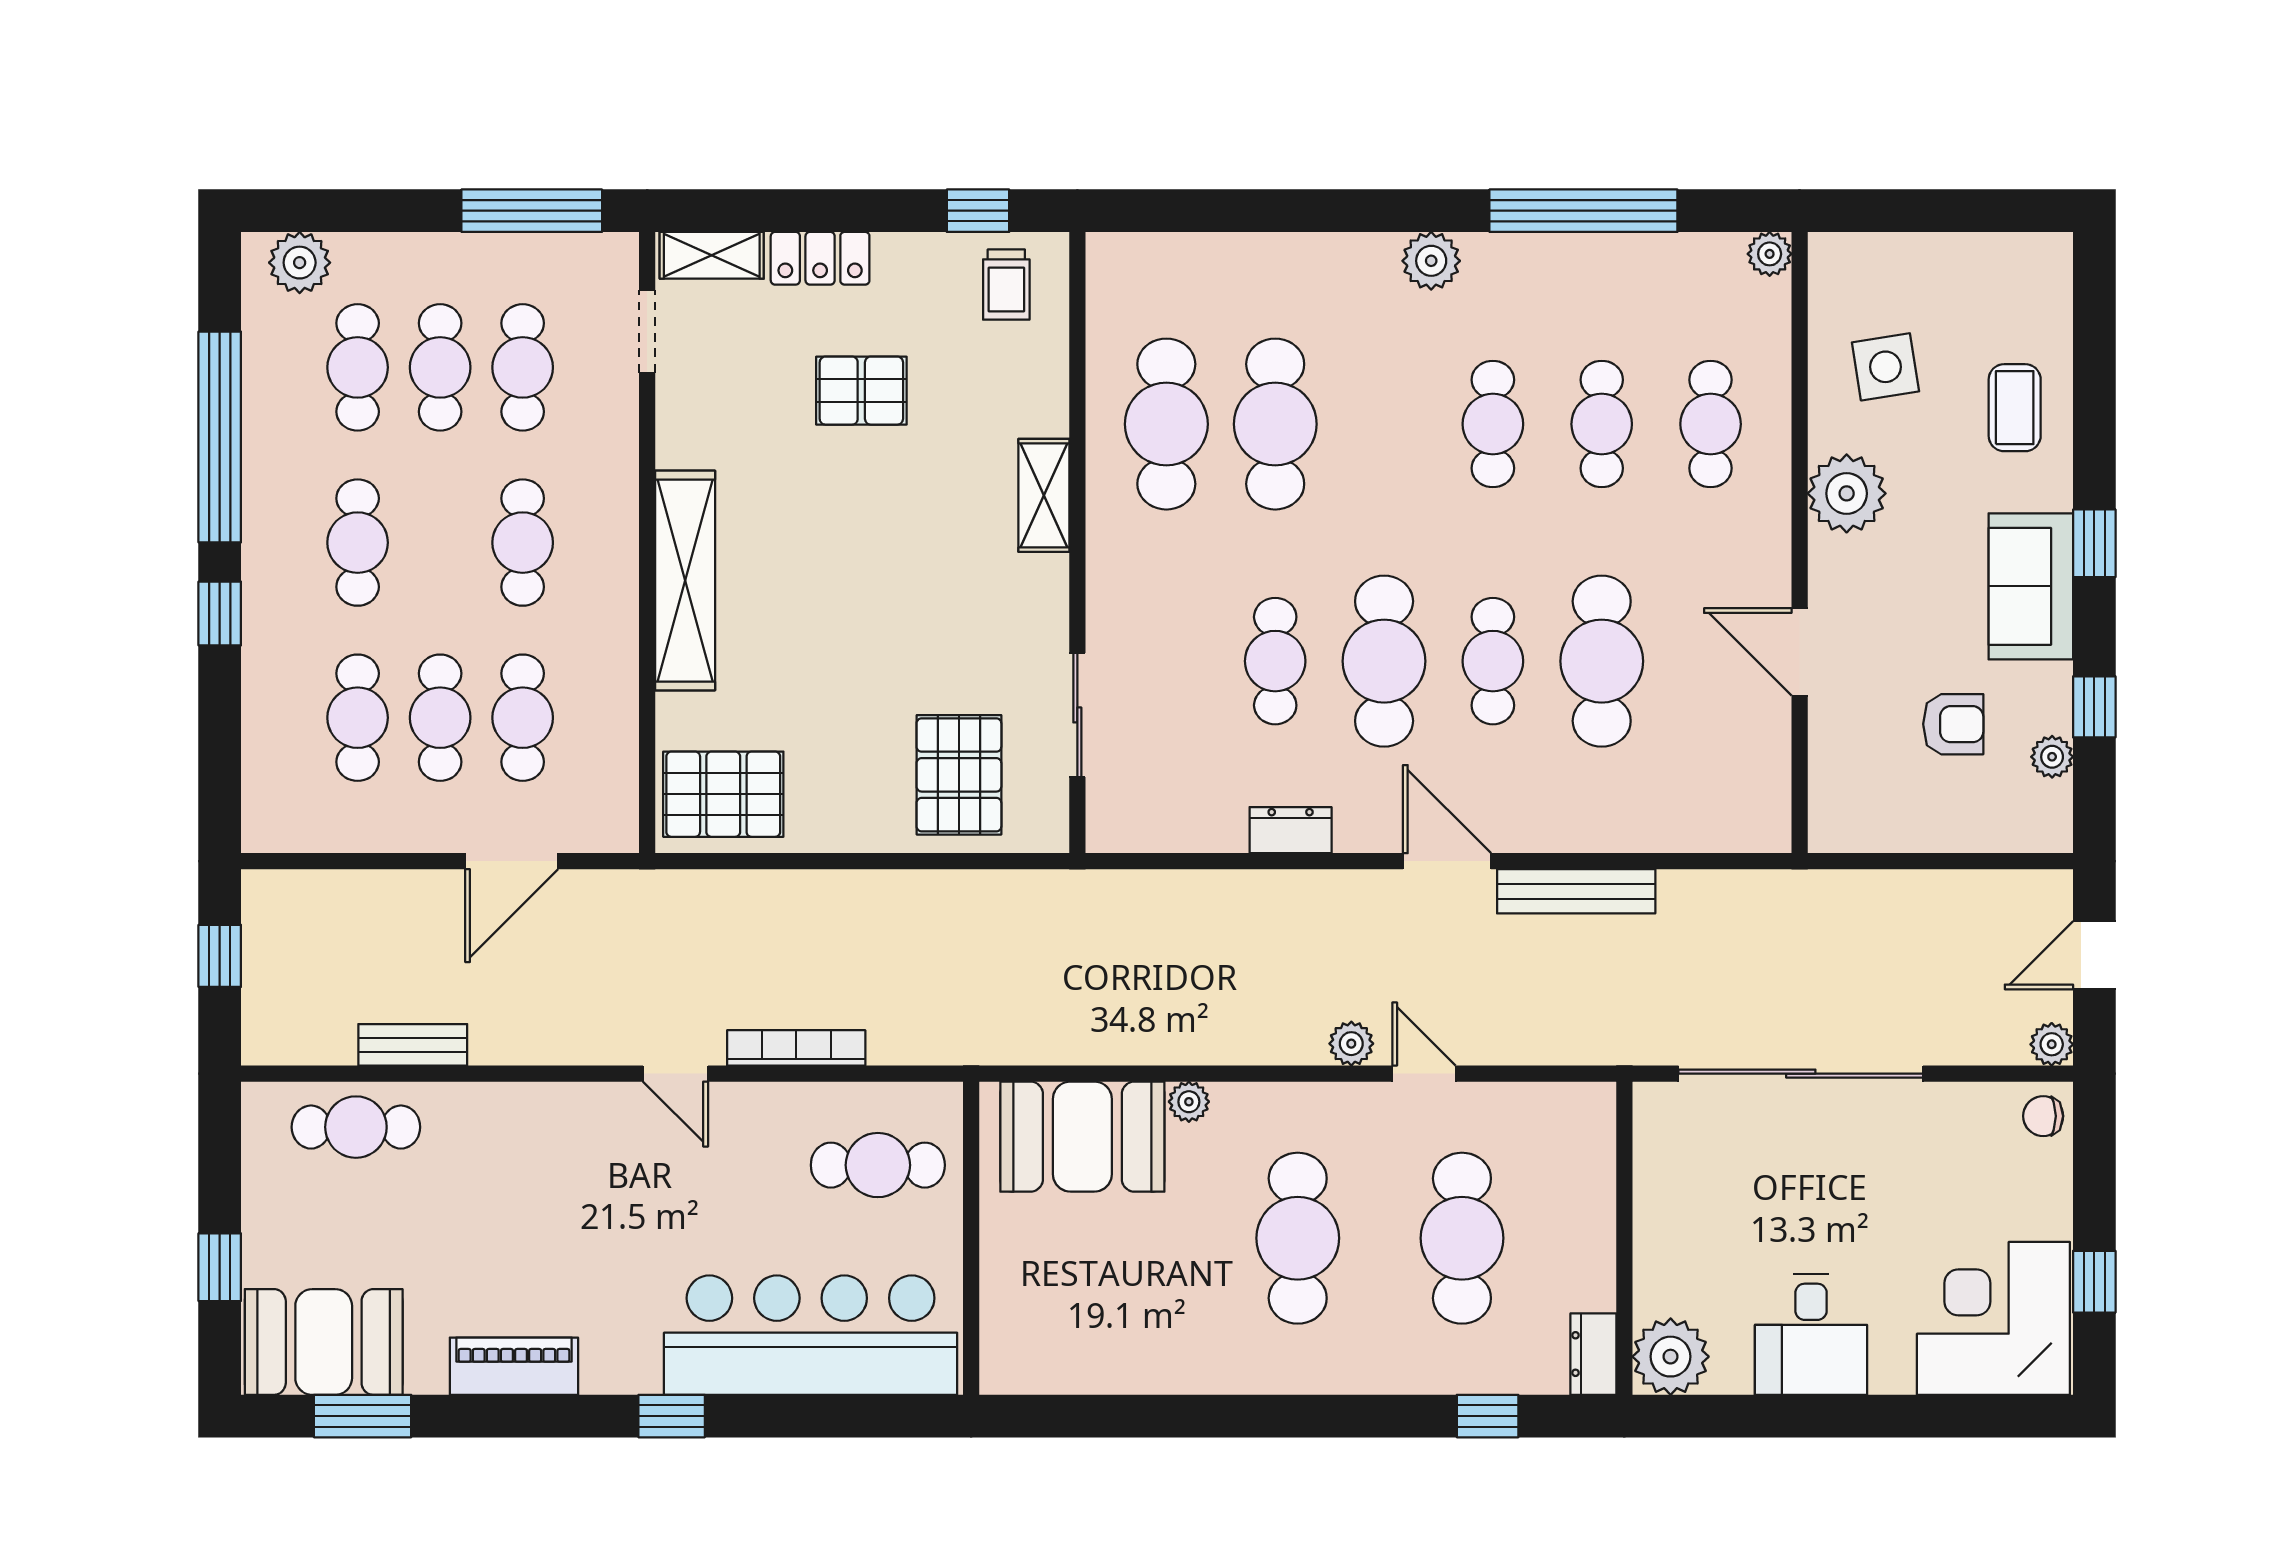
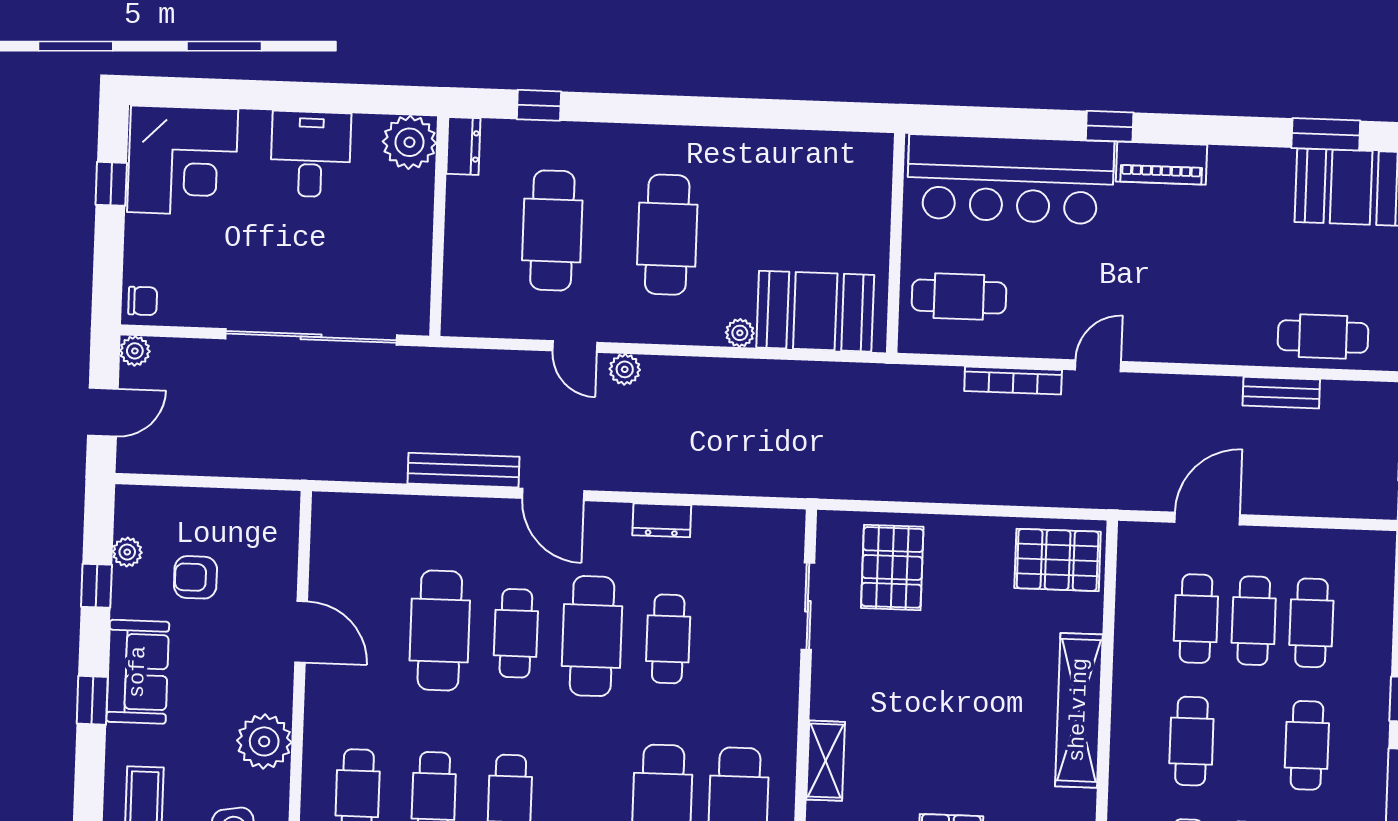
door: (675, 1074) -> (1098, 366), hinge flipped
piano: (514, 1366) -> (1162, 163), moved

